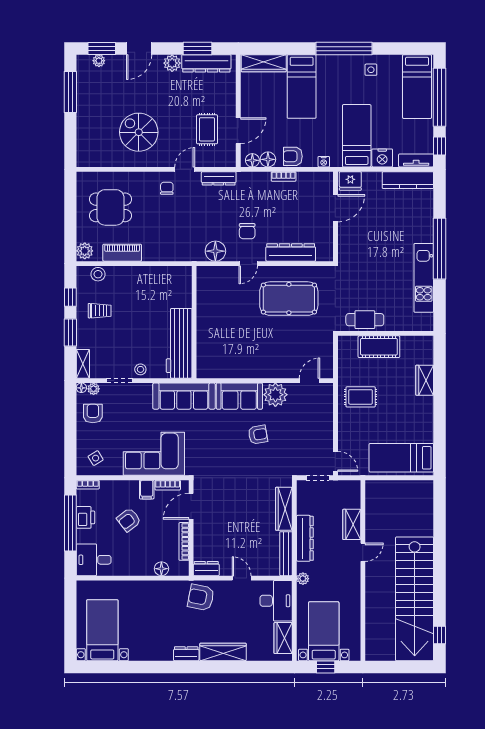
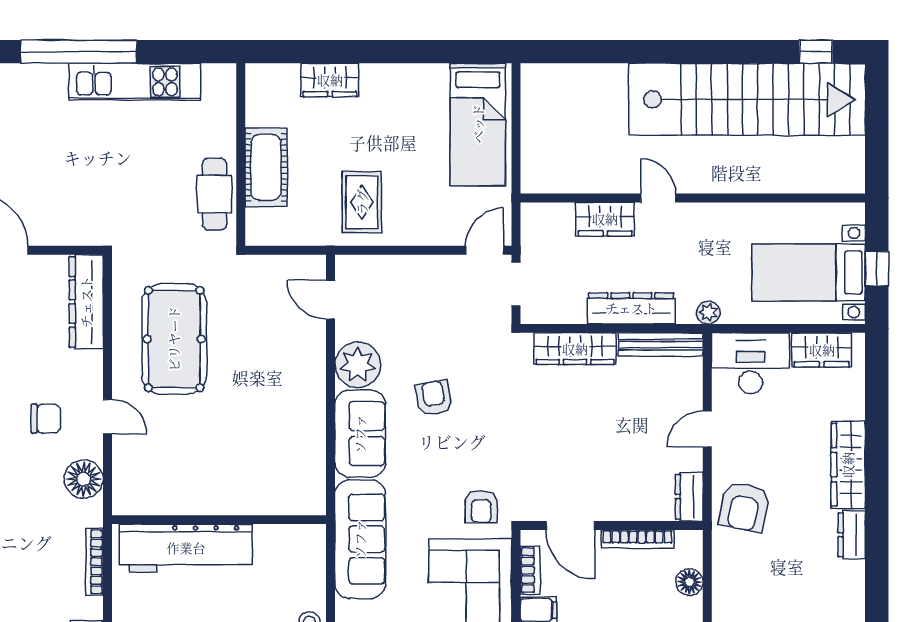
dresser: (291, 252) -> (86, 302), moved
bookcase: (172, 257) -> (94, 562), added
workbench: (179, 343) -> (186, 548), moved
armchair: (201, 460) -> (481, 507), added

